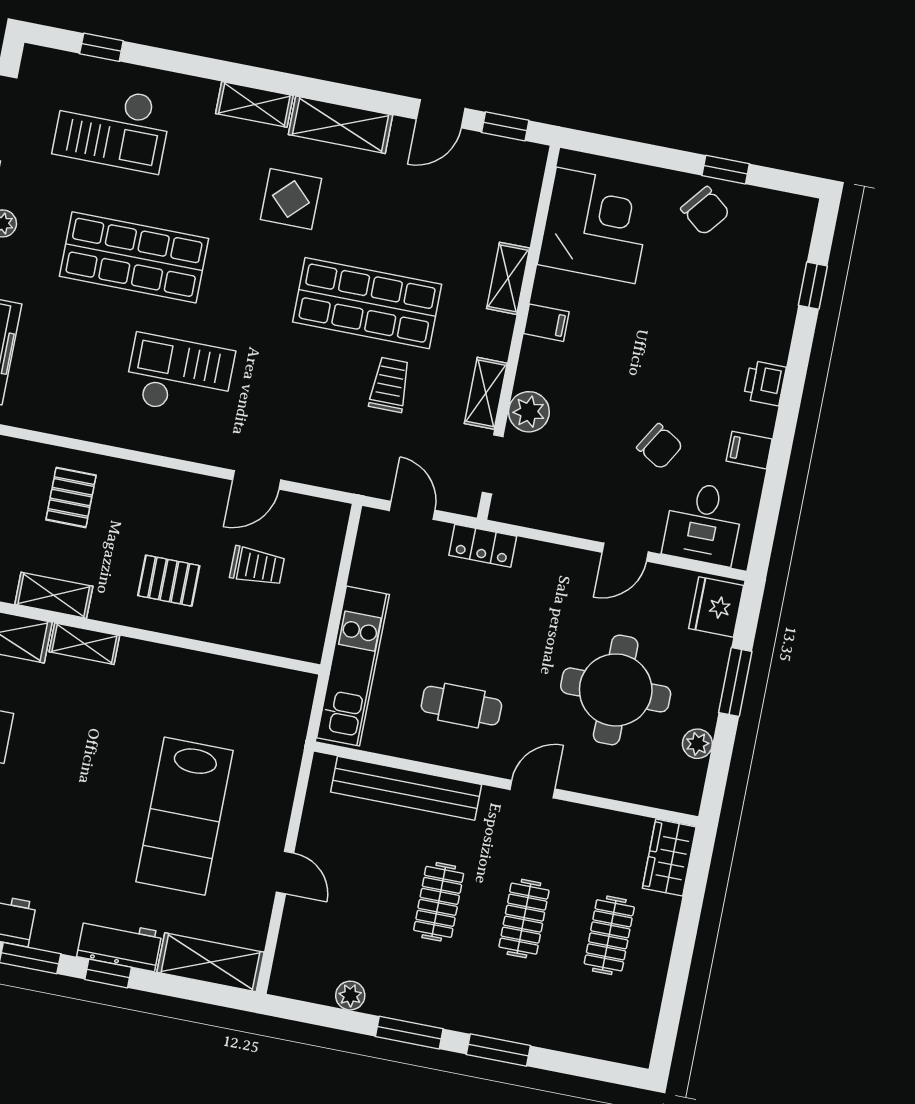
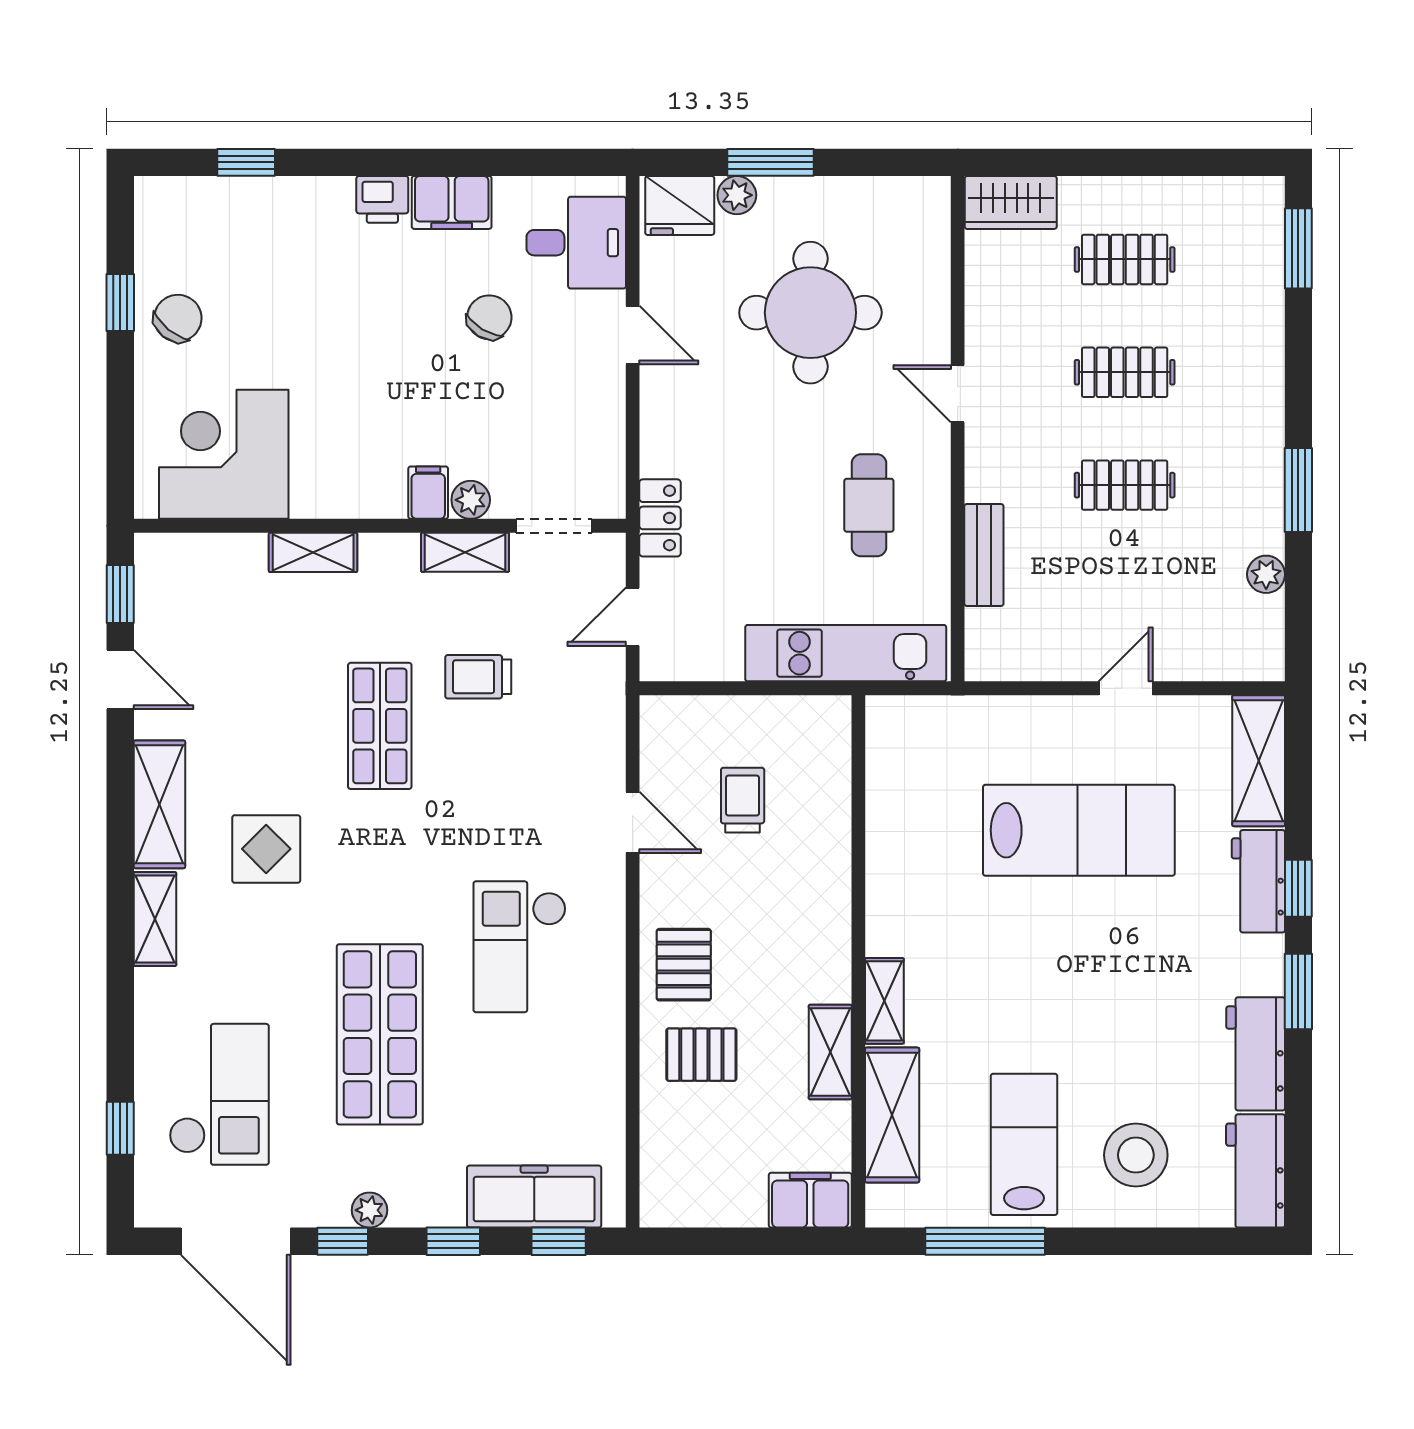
shop shelf: (367, 303) -> (380, 726), width x0.70, depth x0.74
filing cabinet: (546, 323) -> (428, 493), moved
plant: (529, 412) -> (471, 500), width x0.73, depth x0.73
filing cabinet: (749, 450) -> (452, 202), width x2.00
pallet: (169, 581) -> (684, 965), moved
plant: (697, 744) -> (737, 195), moved
bench: (406, 788) -> (984, 555), width x0.54, depth x0.82
window: (498, 1050) -> (1298, 248), moved

